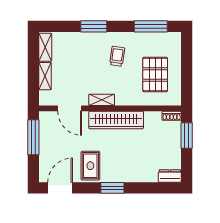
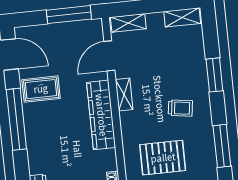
shelving: (45, 76) -> (128, 23), moved
window: (112, 188) -> (16, 119), width x2.11

